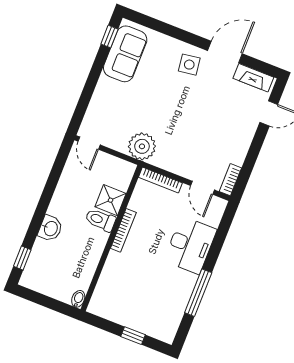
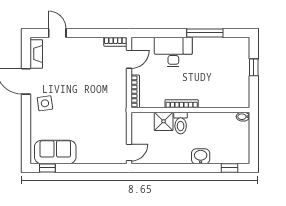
plant: (142, 146) -> (116, 114), removed

